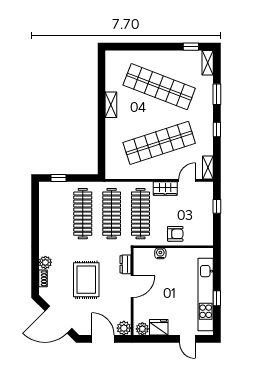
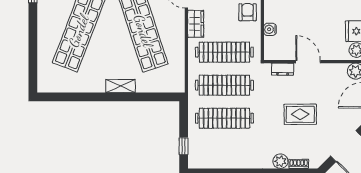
shelving: (111, 105) -> (121, 86), moved
rug: (86, 280) -> (300, 114), width x0.73, depth x0.70

